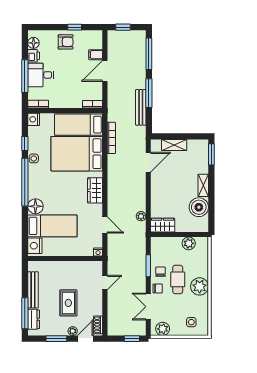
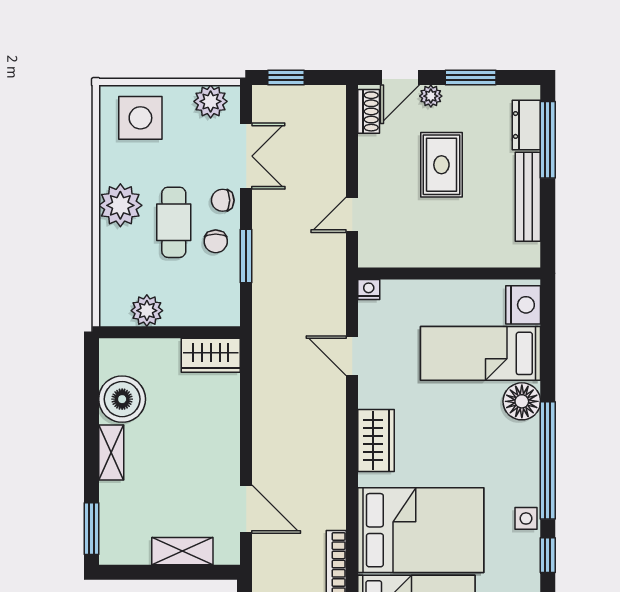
door: (148, 162) -> (246, 509), swing flipped
plant: (141, 216) -> (263, 377), removed
side table: (191, 322) -> (140, 118), width x1.87, depth x1.87

